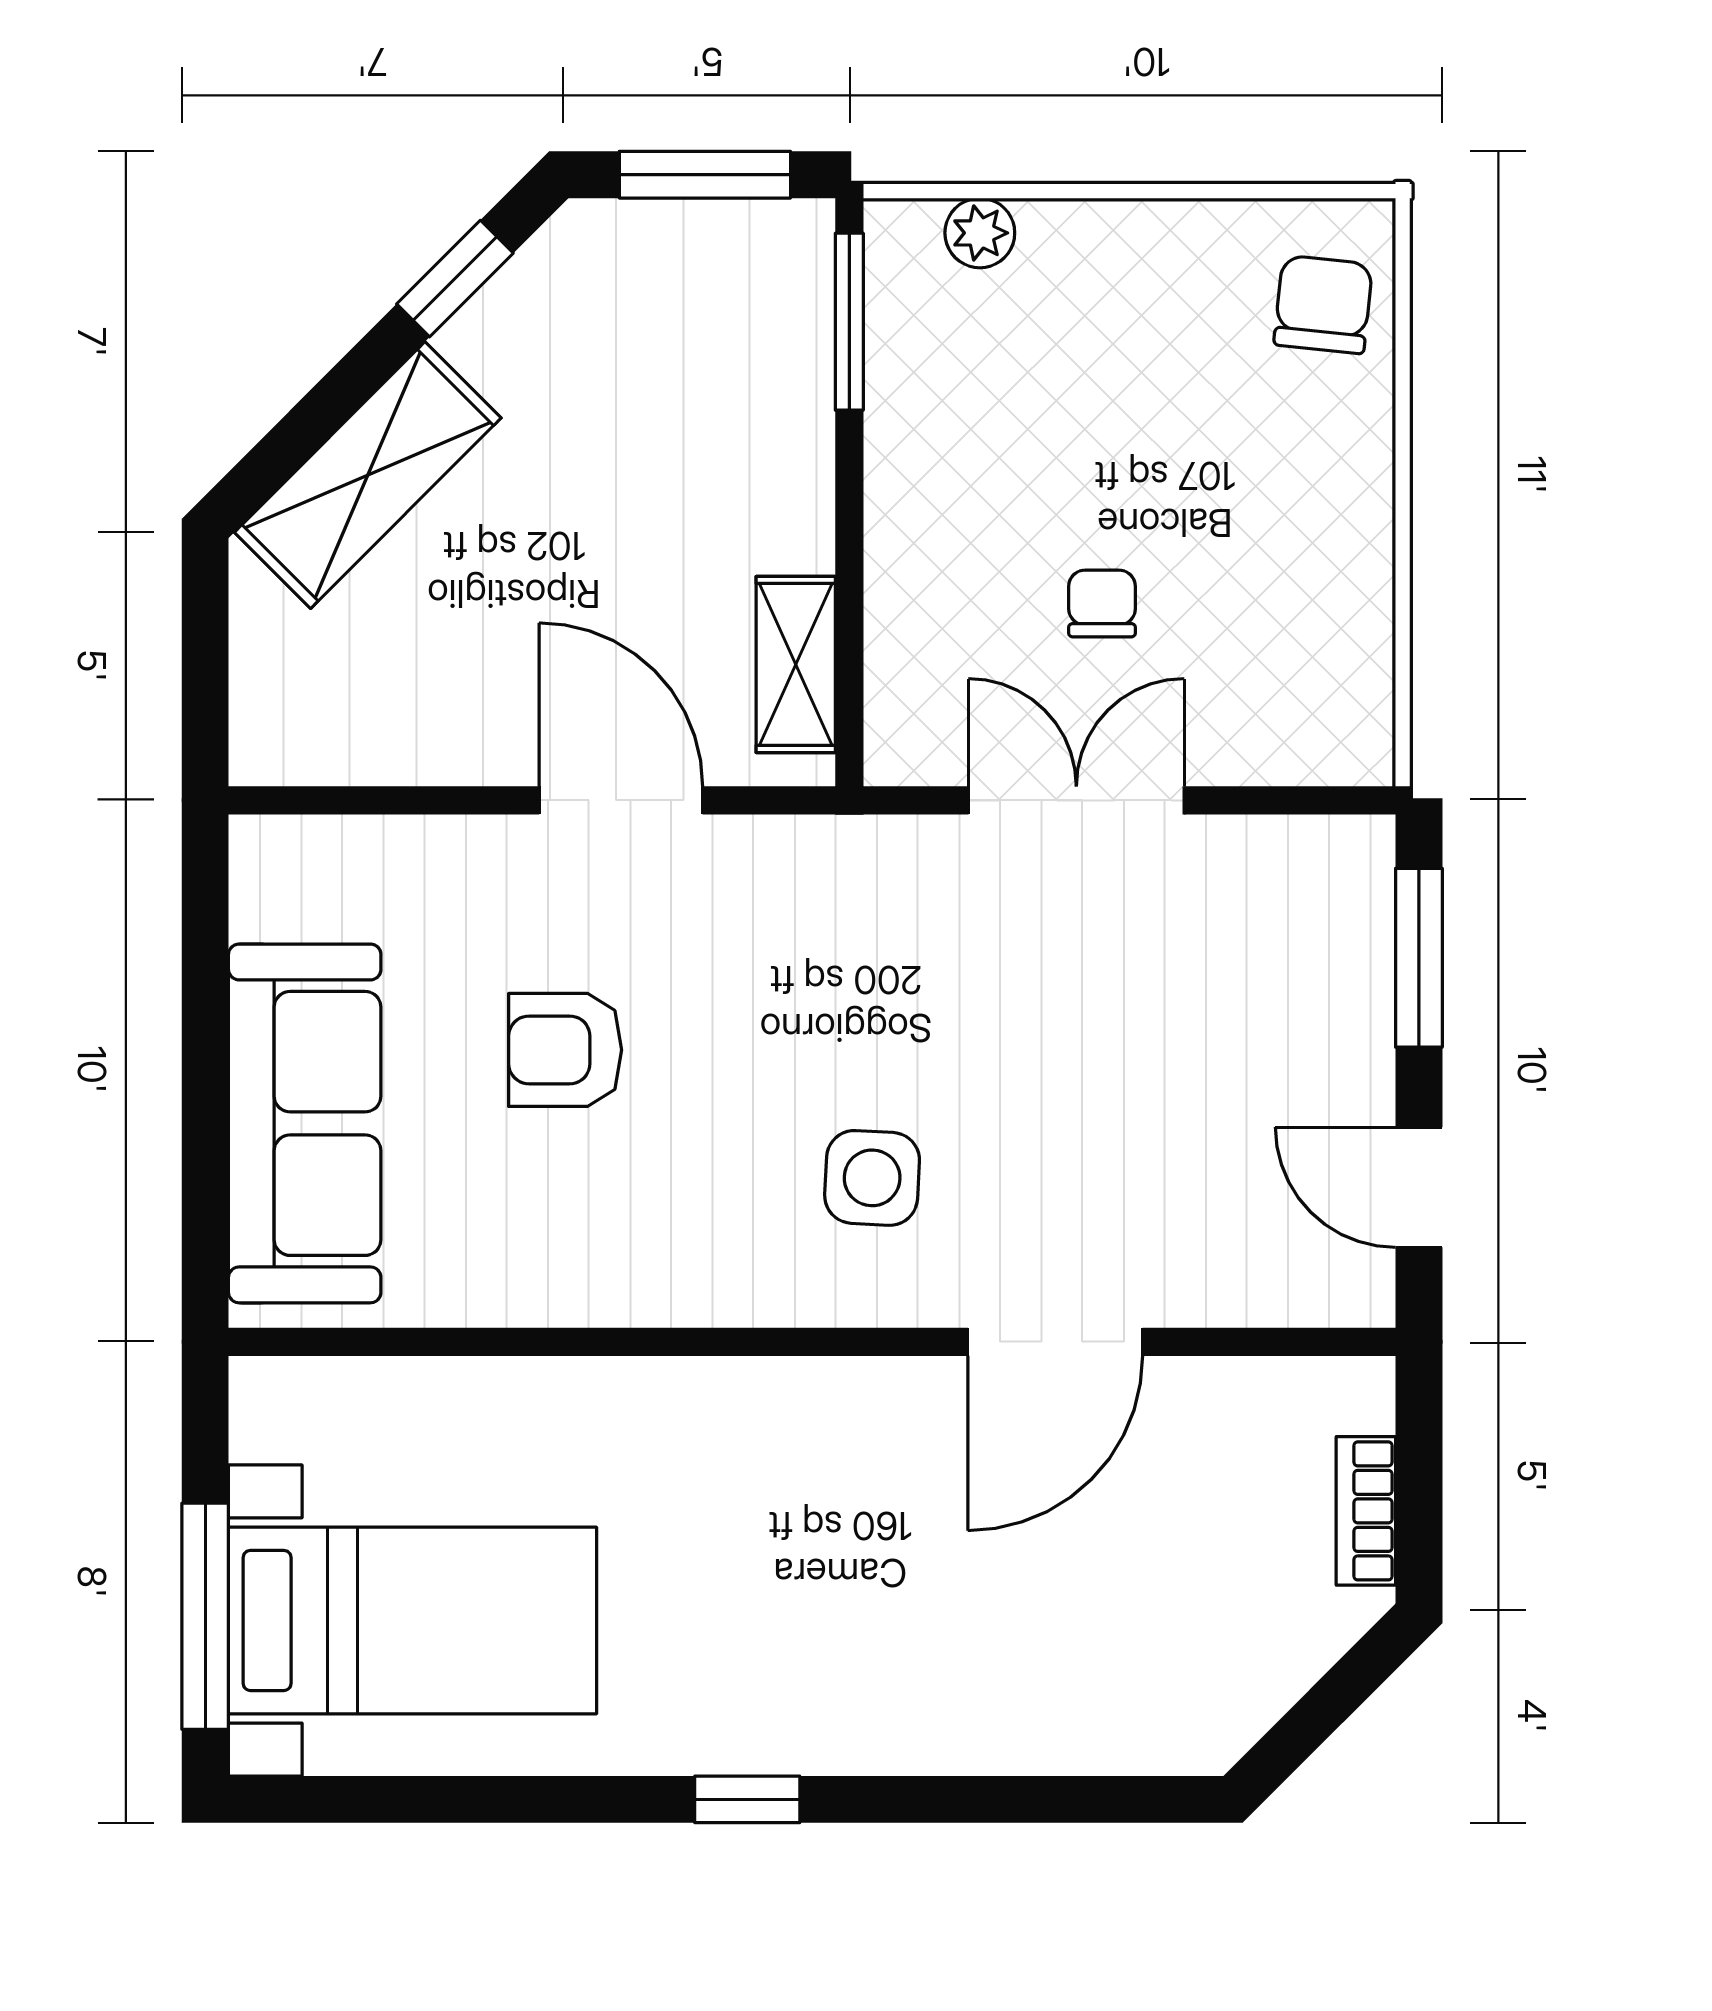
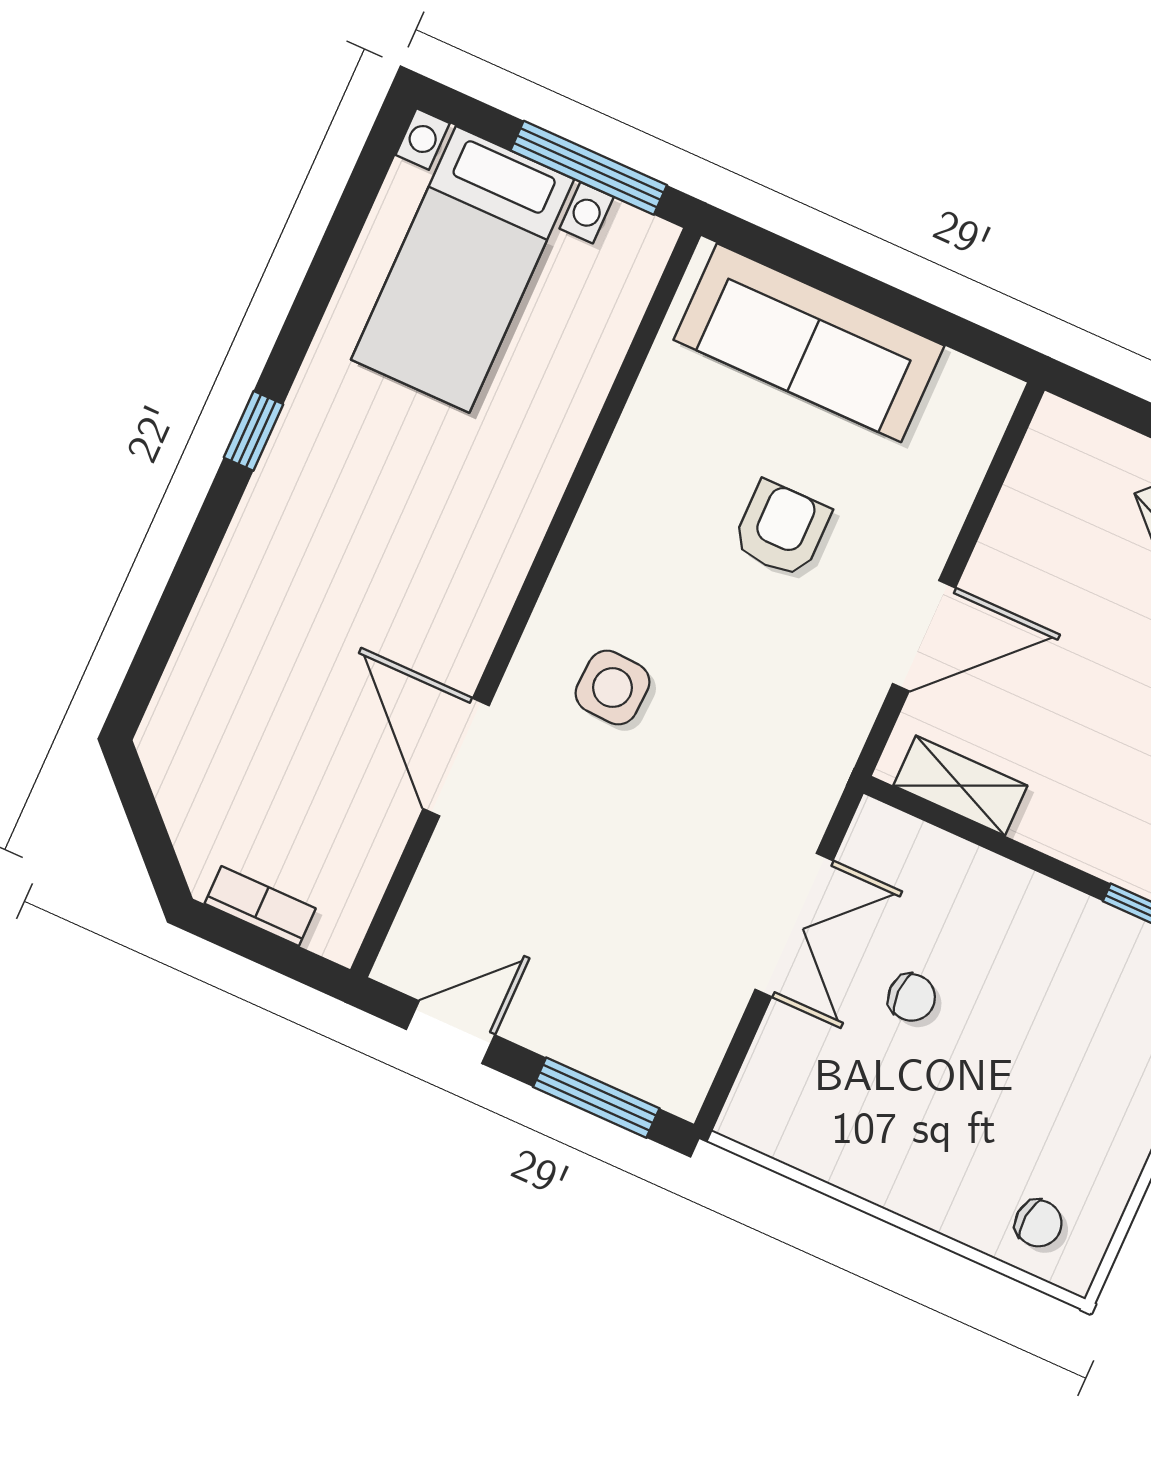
chair: (1323, 305) -> (1038, 1223), width x0.73, depth x0.73
window: (205, 1616) -> (589, 168), moved

